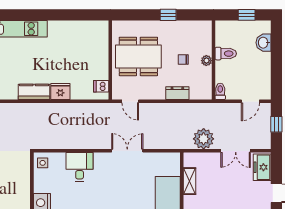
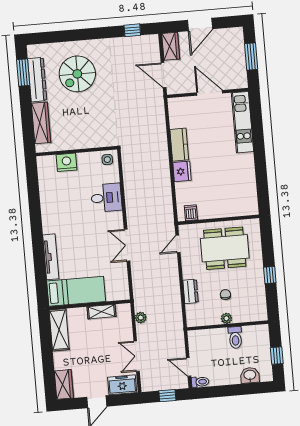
dining table: (138, 56) -> (225, 248), turned 90
toilet: (220, 91) -> (200, 382), moved
plant: (204, 139) -> (141, 318), width x0.53, depth x0.53
double door: (127, 151) -> (127, 245), swing flipped

